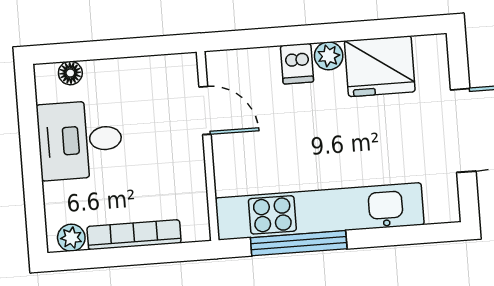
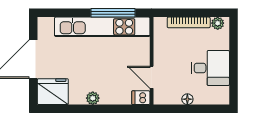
dishwasher: (297, 64) -> (141, 98), moved, turned -90
fridge: (380, 66) -> (53, 92), moved
floor lamp: (70, 73) -> (187, 99), moved

